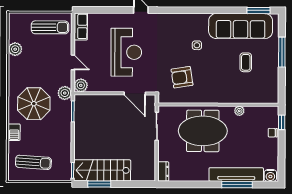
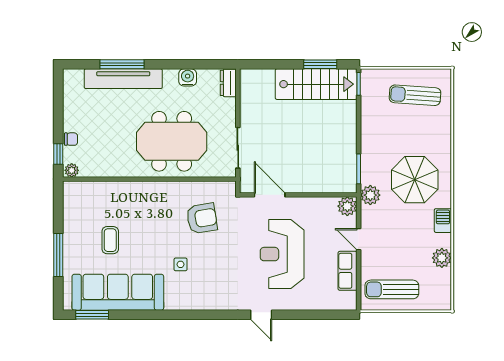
row of seats: (81, 26) -> (348, 271), moved
plant: (239, 111) -> (72, 170), moved
barbecue: (14, 132) -> (443, 221), moved
water cooler: (270, 176) -> (188, 77), moved

